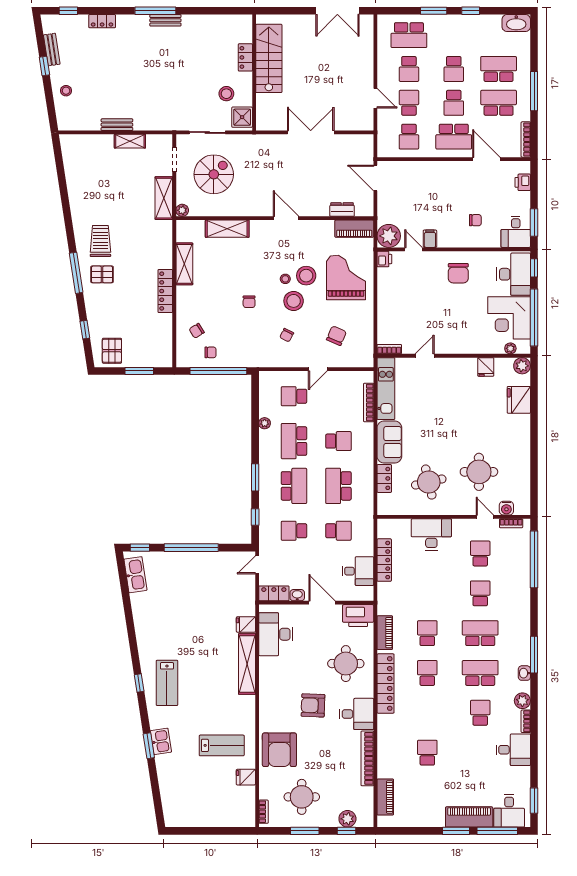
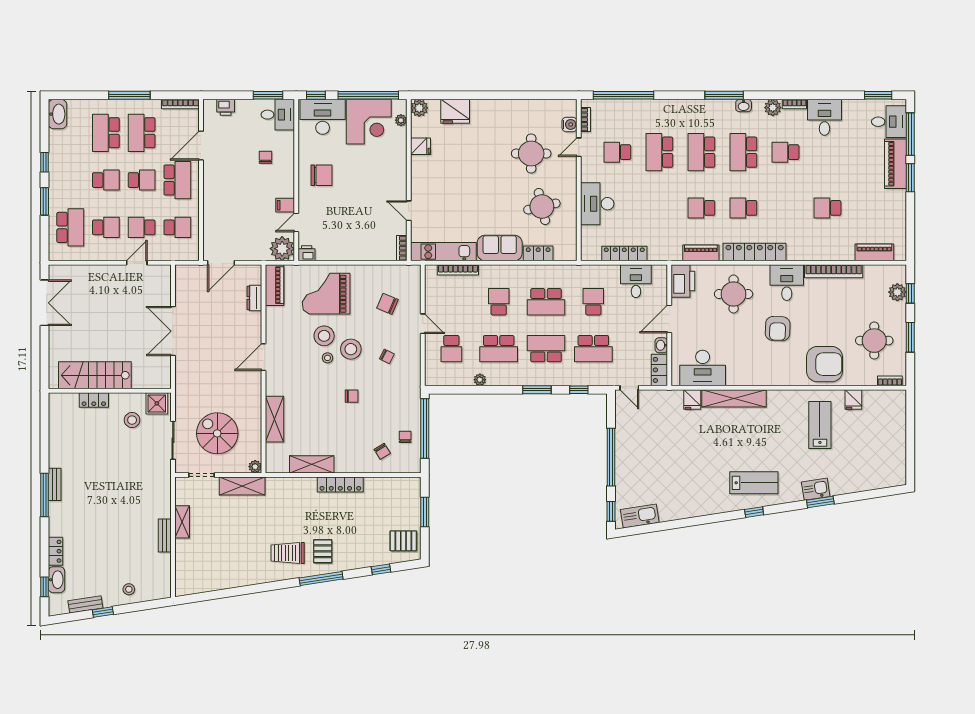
washbasin: (75, 22) -> (56, 580), added
school desk: (294, 531) -> (593, 349), width x1.85
school desk: (480, 593) -> (659, 152), width x1.85

